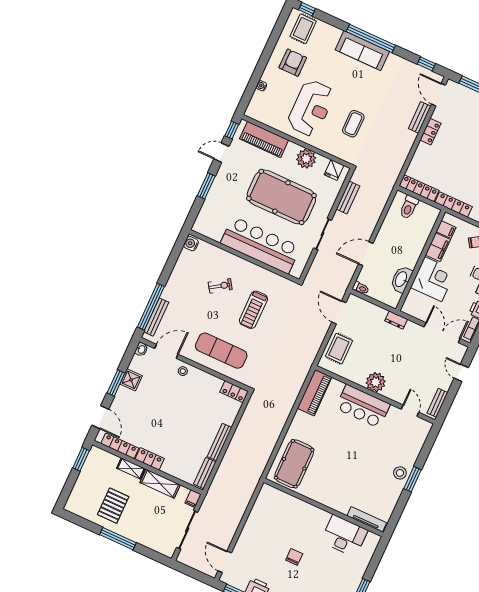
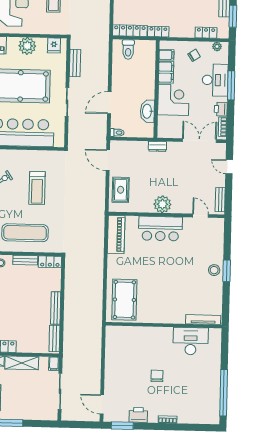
locker: (454, 205) -> (158, 32), width x0.66
bench: (209, 379) -> (25, 260), added

